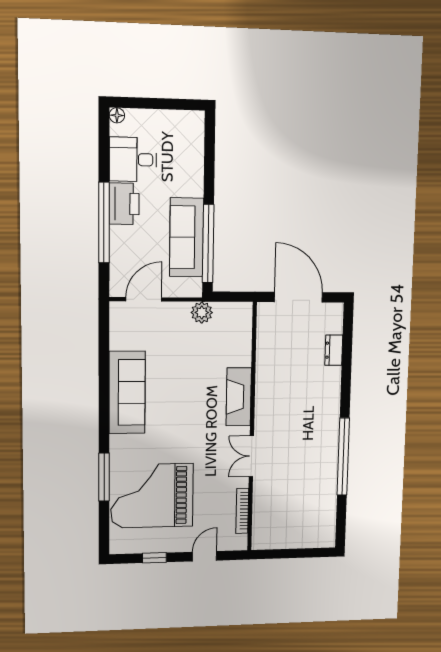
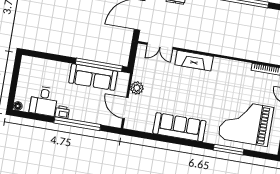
printer: (124, 204) -> (62, 112), width x0.53, depth x0.68
plant: (202, 313) -> (137, 88), moved
double door: (251, 456) -> (160, 46), moved
grand piano: (152, 496) -> (246, 123), turned 90

